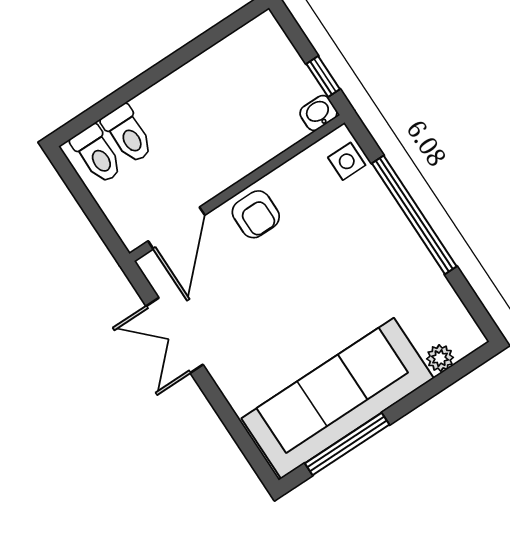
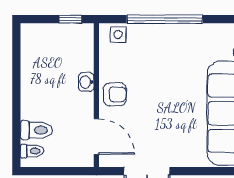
washbasin: (319, 113) -> (86, 82), moved
toilet: (97, 154) -> (32, 151), width x0.73, depth x0.72

